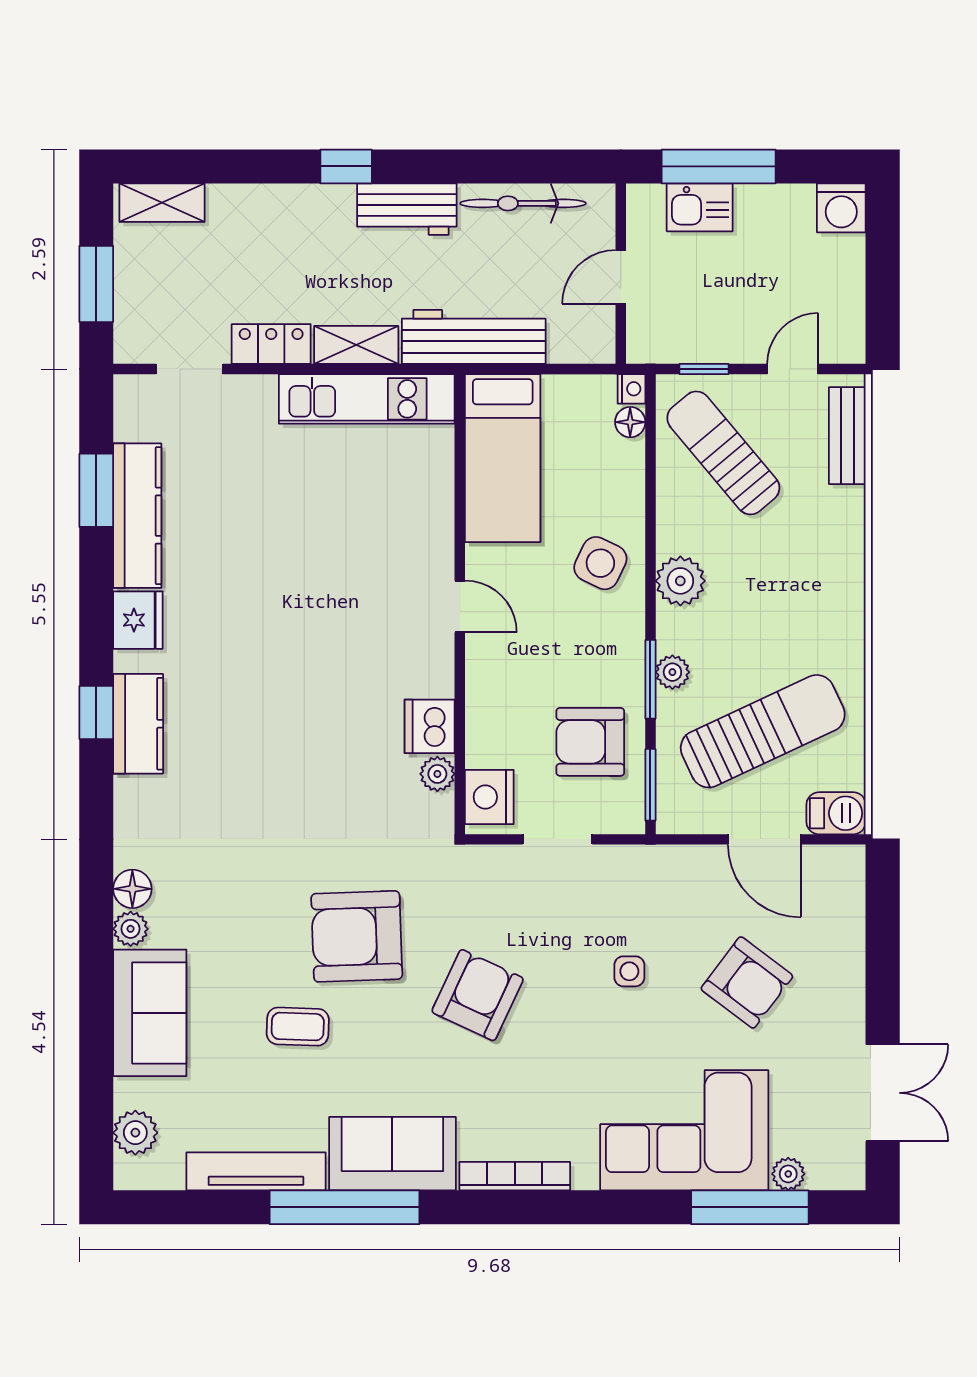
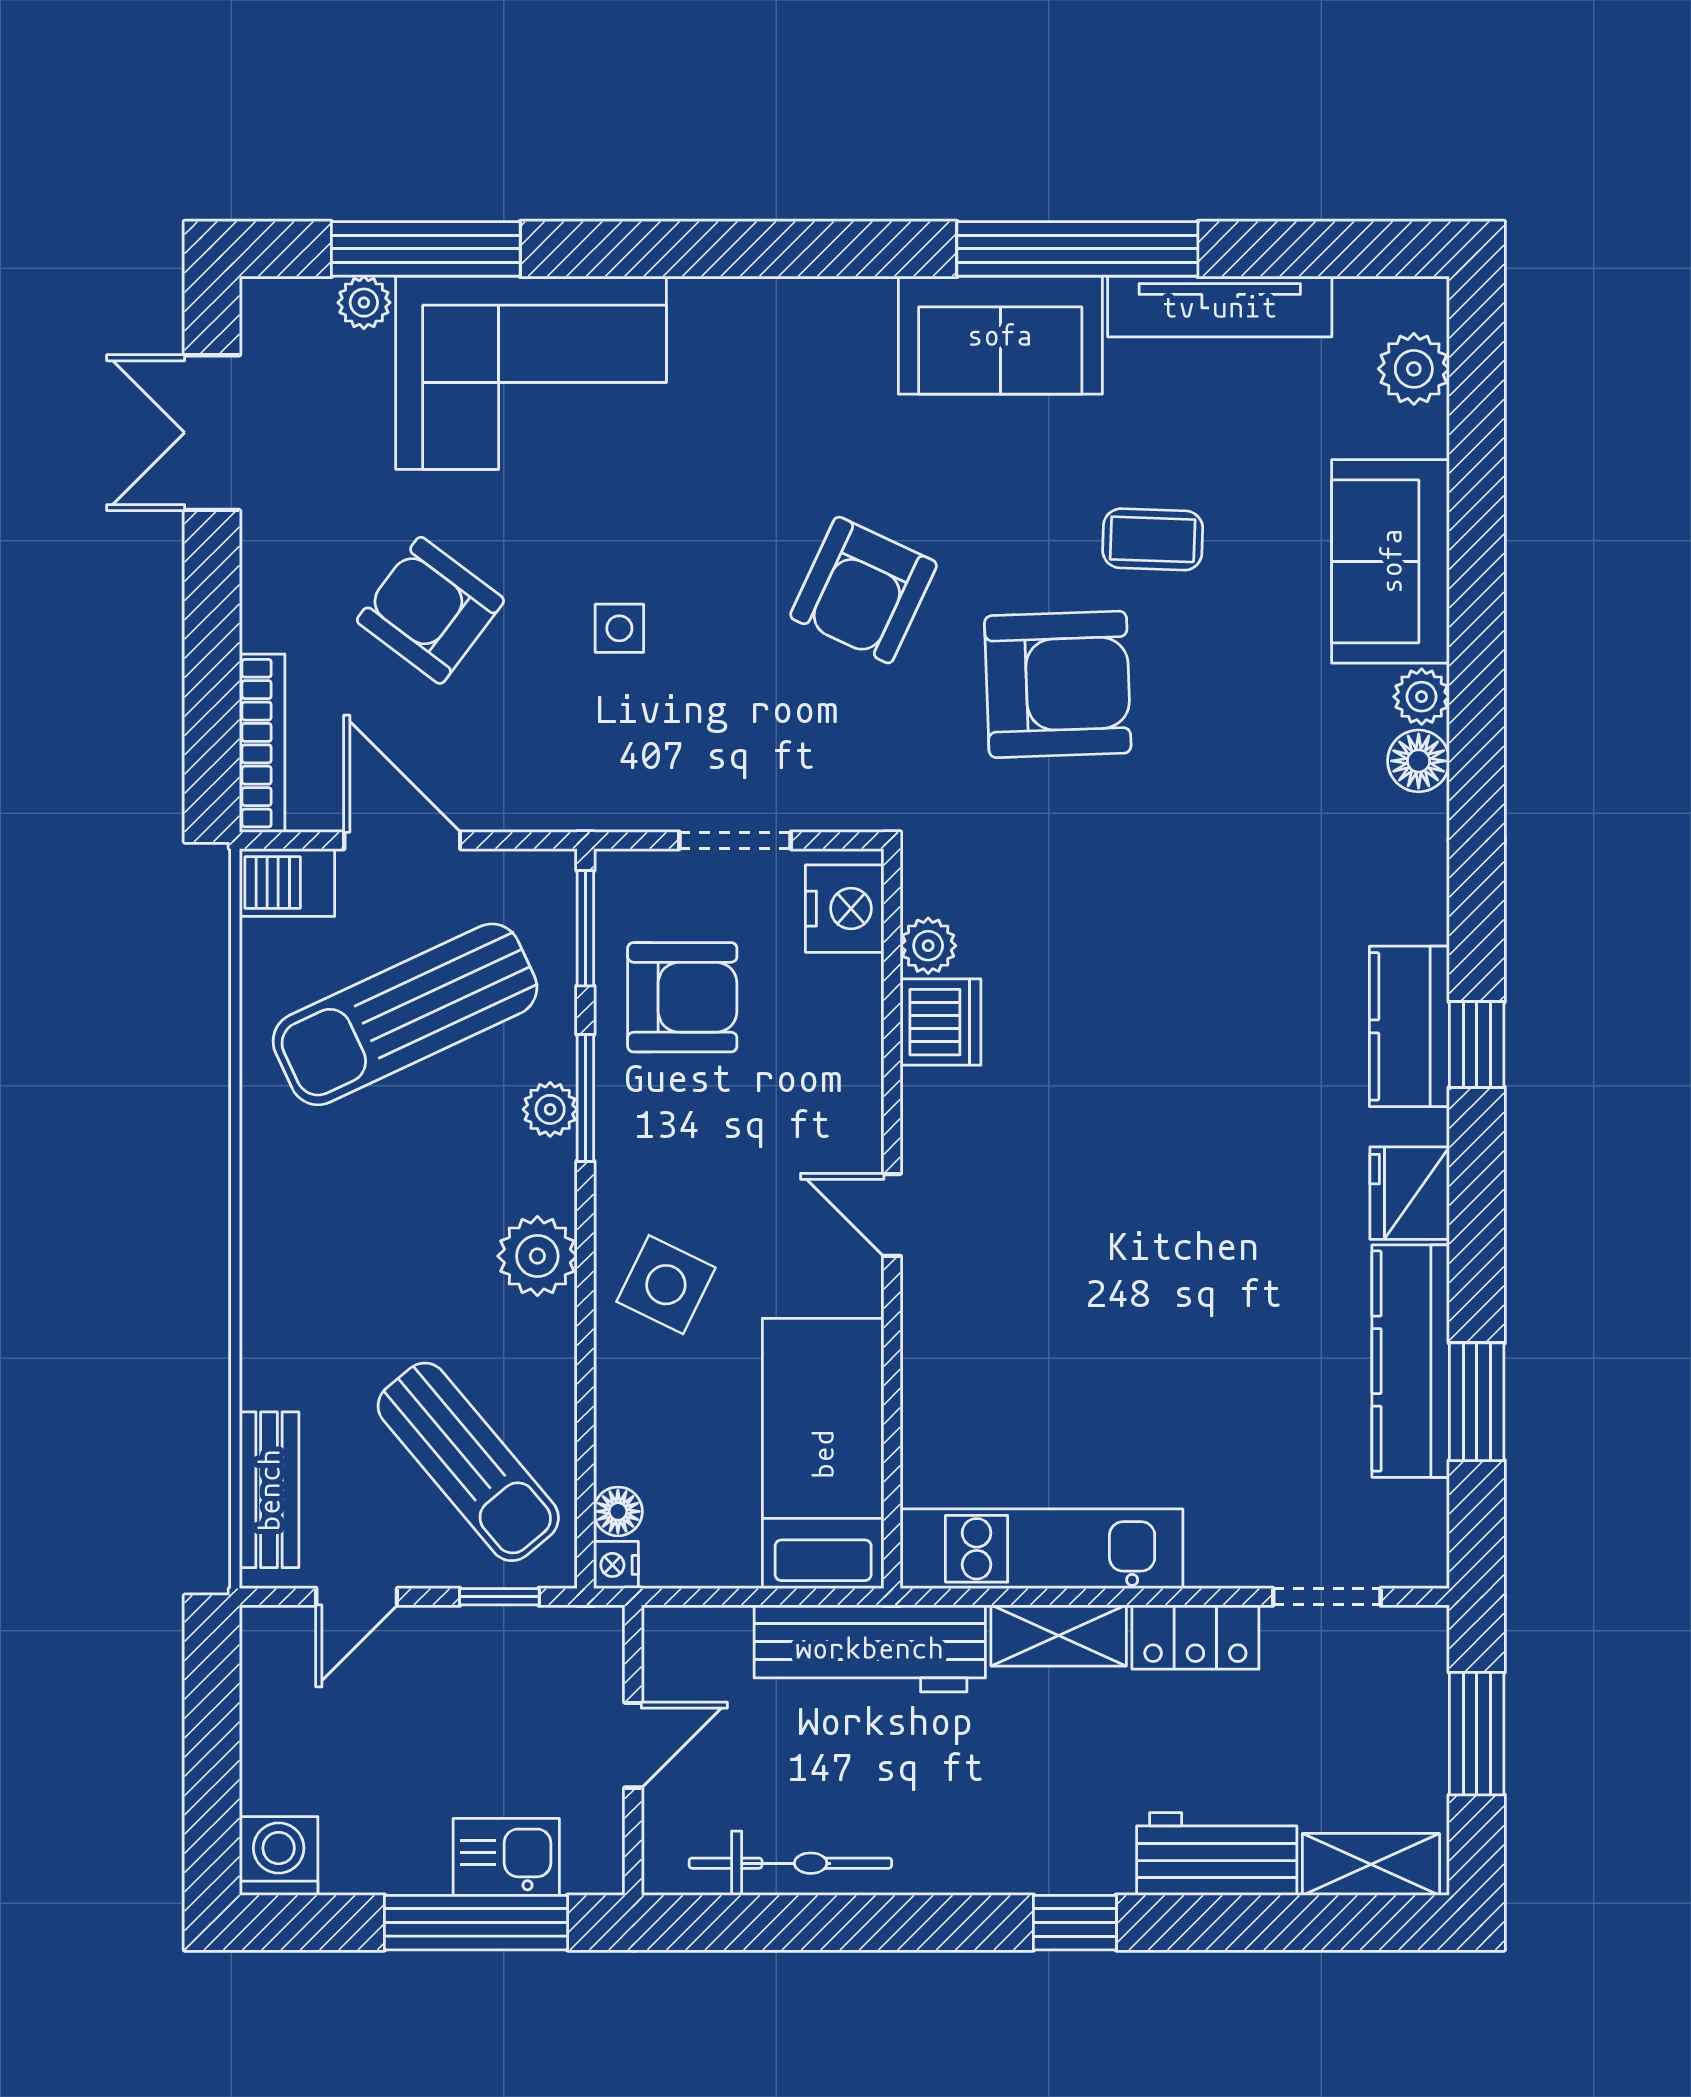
workbench: (407, 209) -> (1217, 1854), moved
bookcase: (515, 1176) -> (262, 743), moved, turned -90

